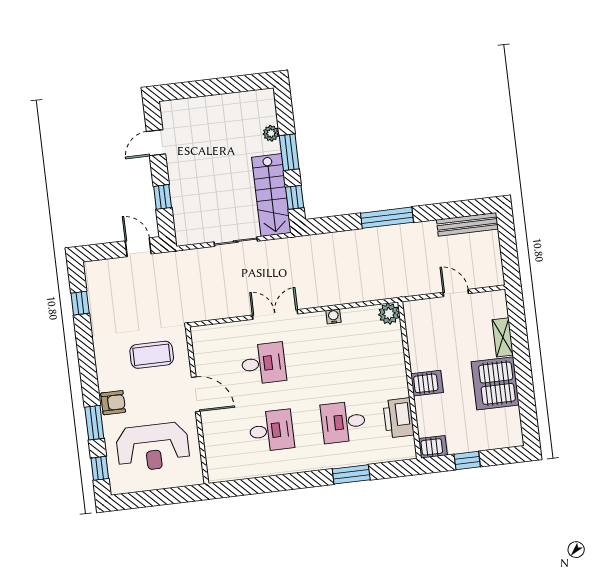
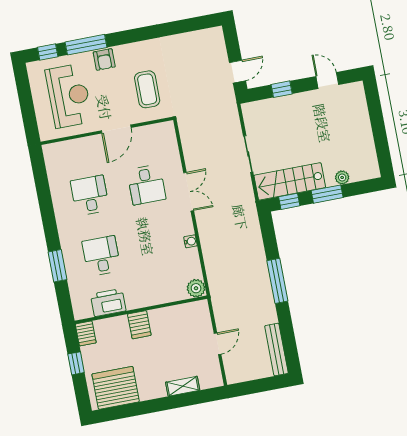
window: (80, 303) -> (187, 26), removed
server rack: (495, 383) -> (116, 388), moved
window: (94, 423) -> (86, 45), width x1.44
desk: (271, 431) -> (90, 195), turned 180
reception desk: (153, 447) -> (69, 96), turned 180

